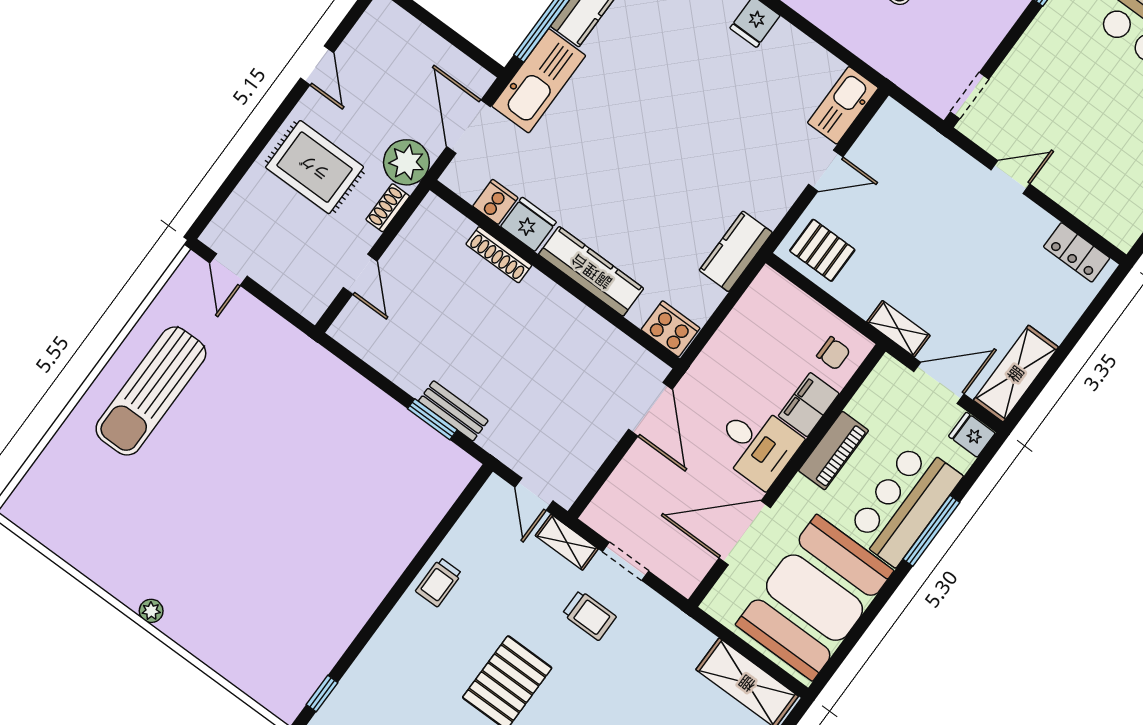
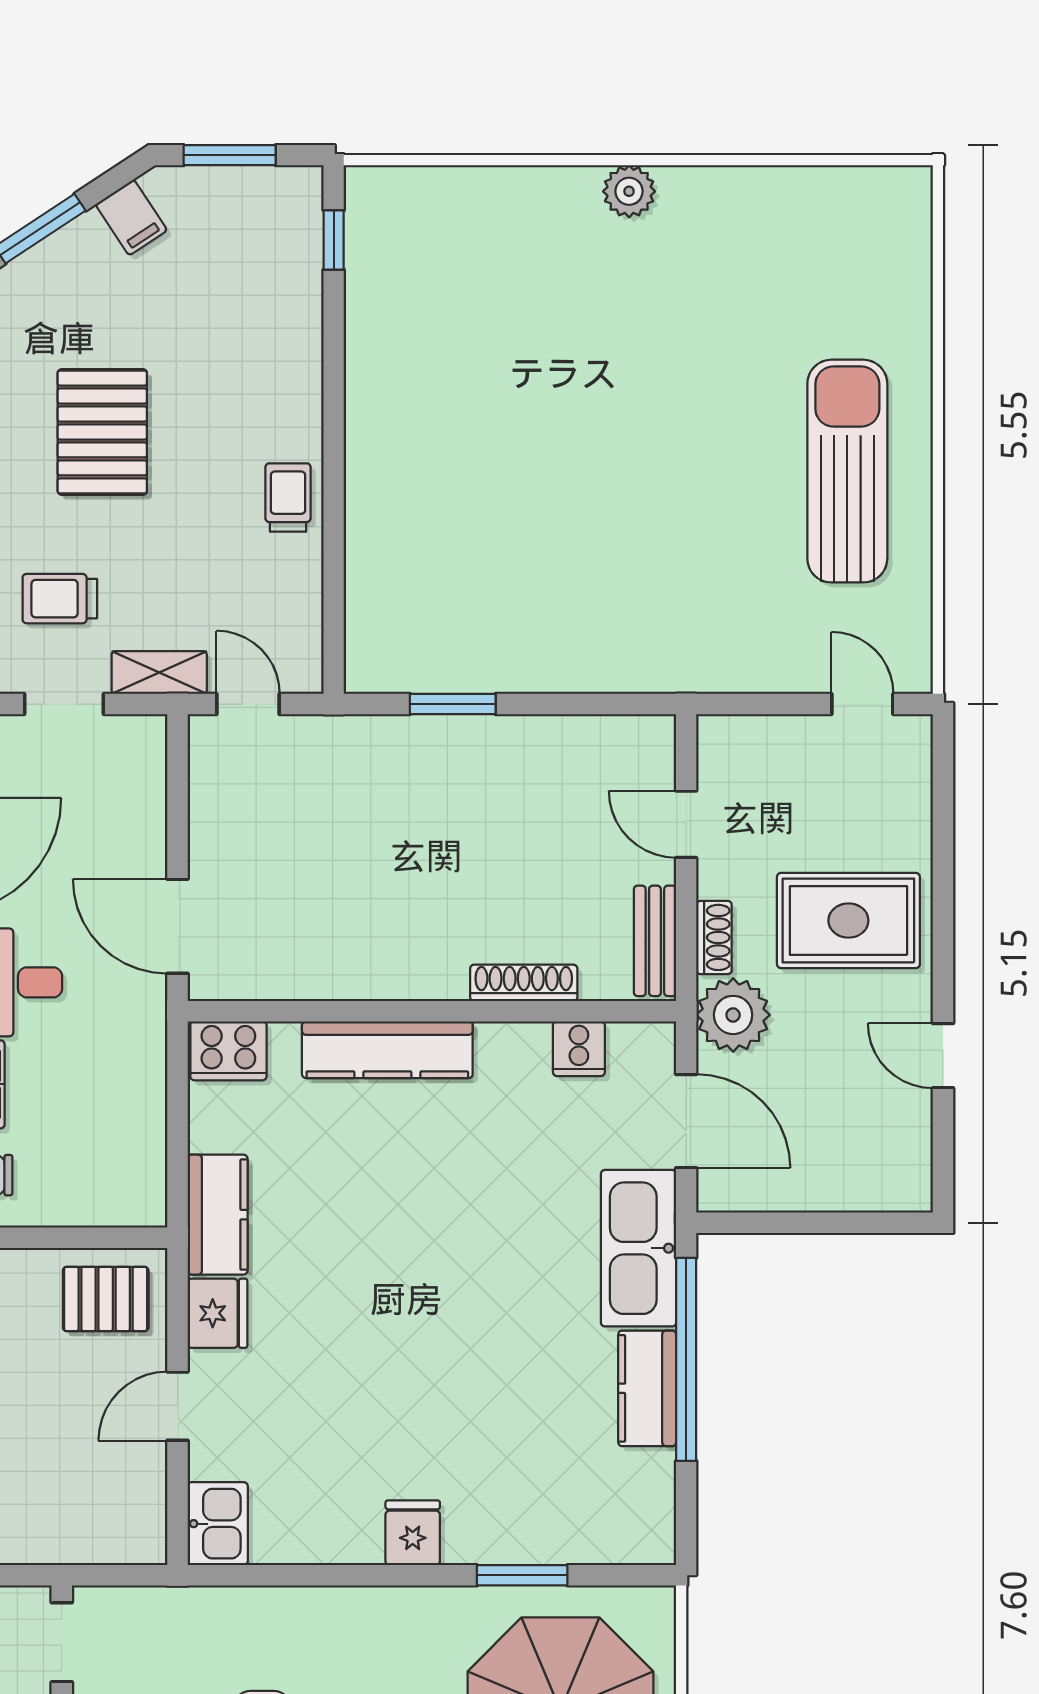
kitchen sink: (843, 105) -> (218, 1524), width x0.73
fridge: (528, 224) -> (217, 1313), moved, turned -90
bench: (453, 411) -> (655, 941), moved, turned 90
plant: (151, 611) -> (629, 191), width x1.38, depth x1.38

